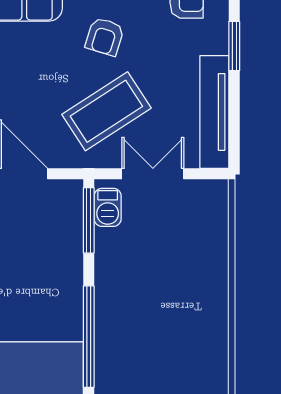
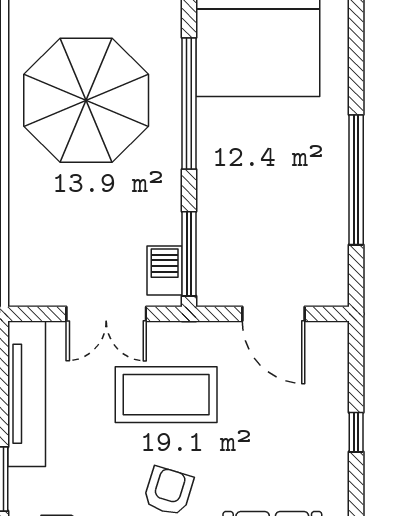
coffee table: (106, 111) -> (166, 395), turned 33
parasol: (168, 339) -> (86, 100), added

